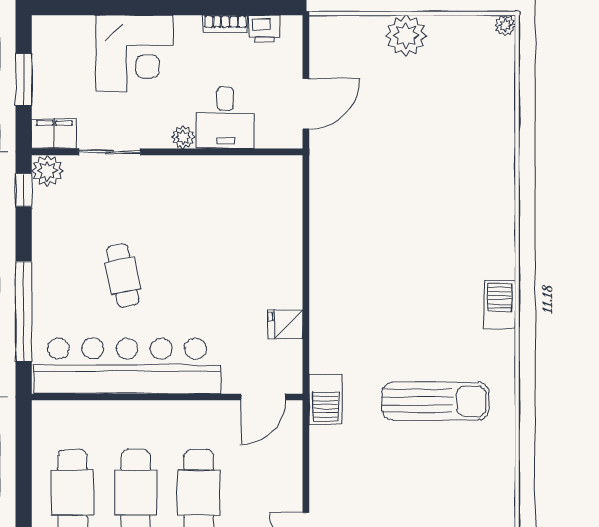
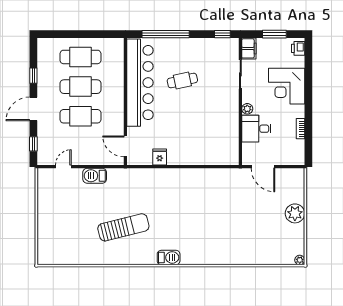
printer: (264, 29) -> (298, 48), moved
plant: (47, 171) -> (232, 45), removed
barbecue: (326, 399) -> (95, 176), moved
sun lounger: (436, 401) -> (123, 227), turned -104

